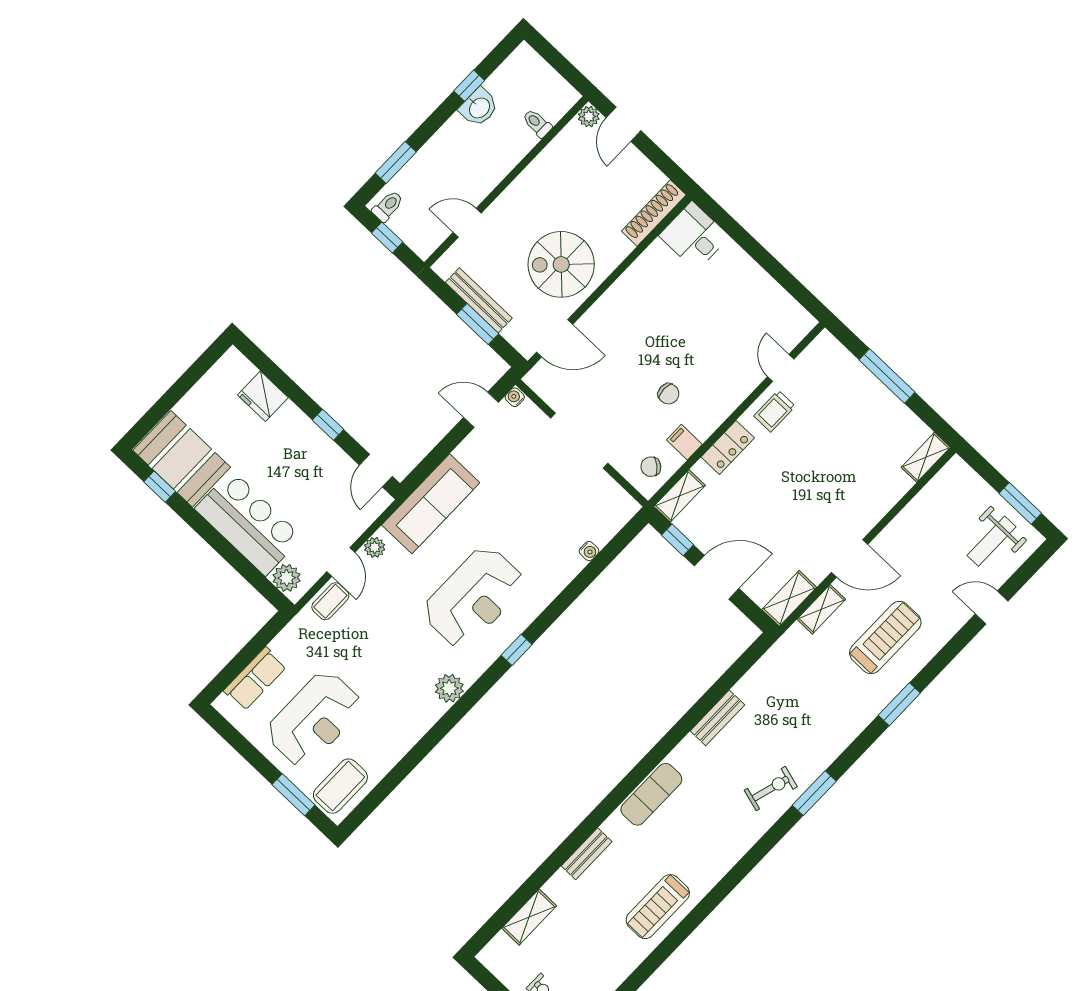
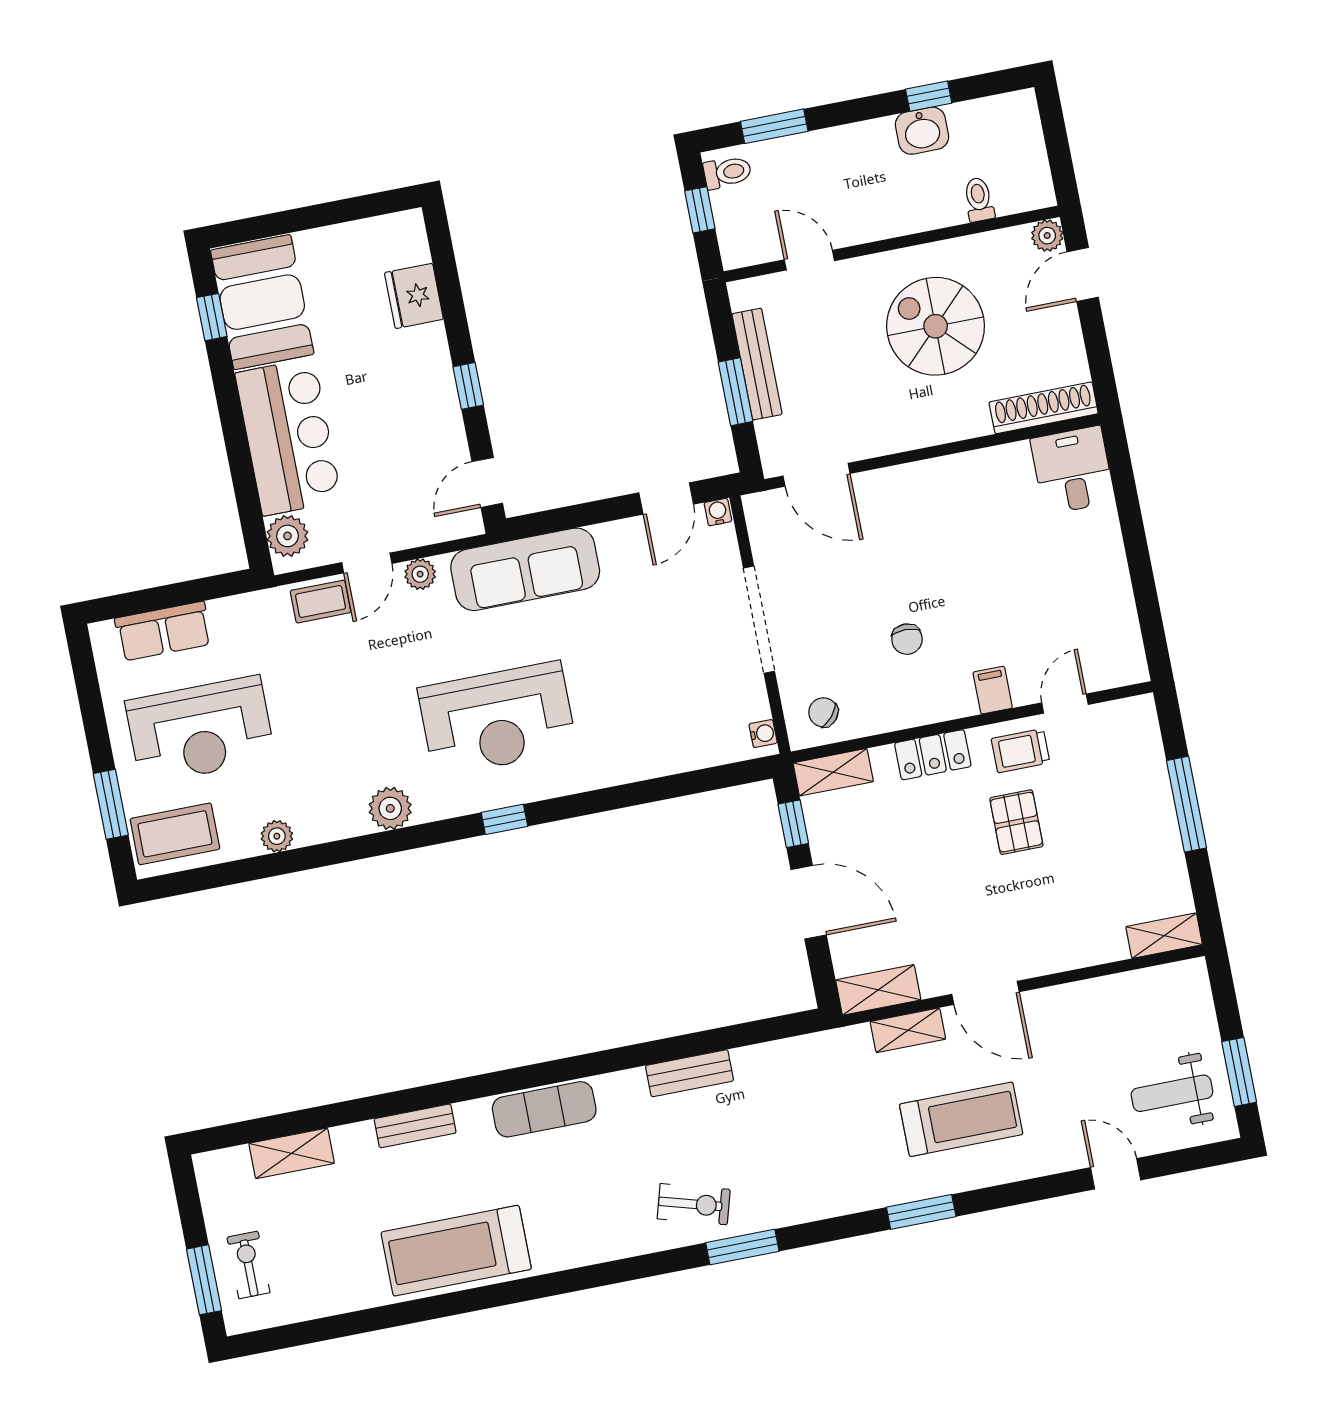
spiral stairs: (561, 264) -> (936, 326), moved
door: (481, 410) -> (666, 498), swing flipped
filing cabinet: (684, 442) -> (993, 690), moved
pallet: (800, 452) -> (1016, 822), added
water cooler: (589, 551) -> (763, 734), moved, turned -90
plant: (398, 748) -> (277, 836), added
treadmill: (658, 907) -> (456, 1251), width x1.37, depth x1.38

